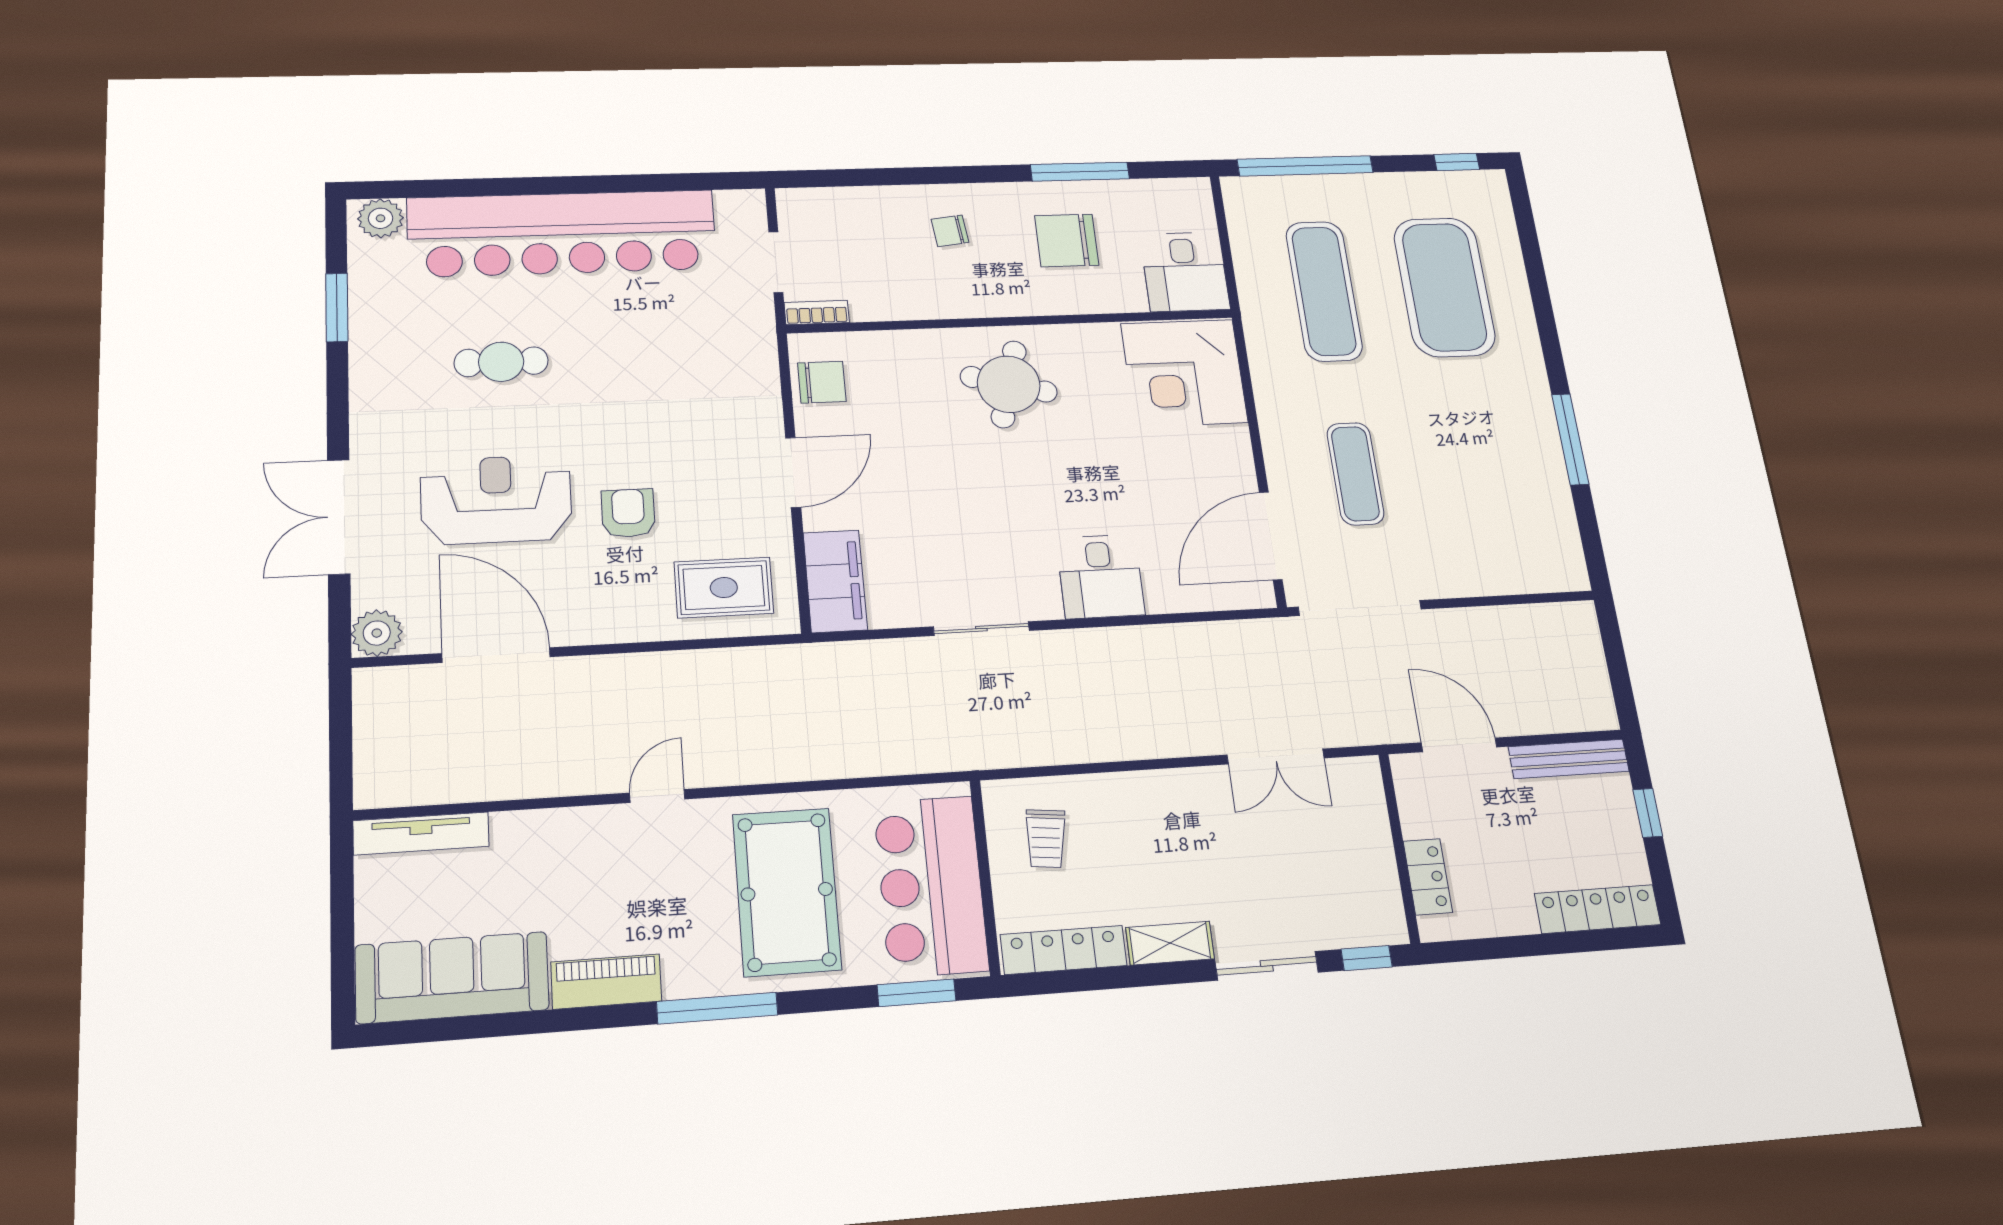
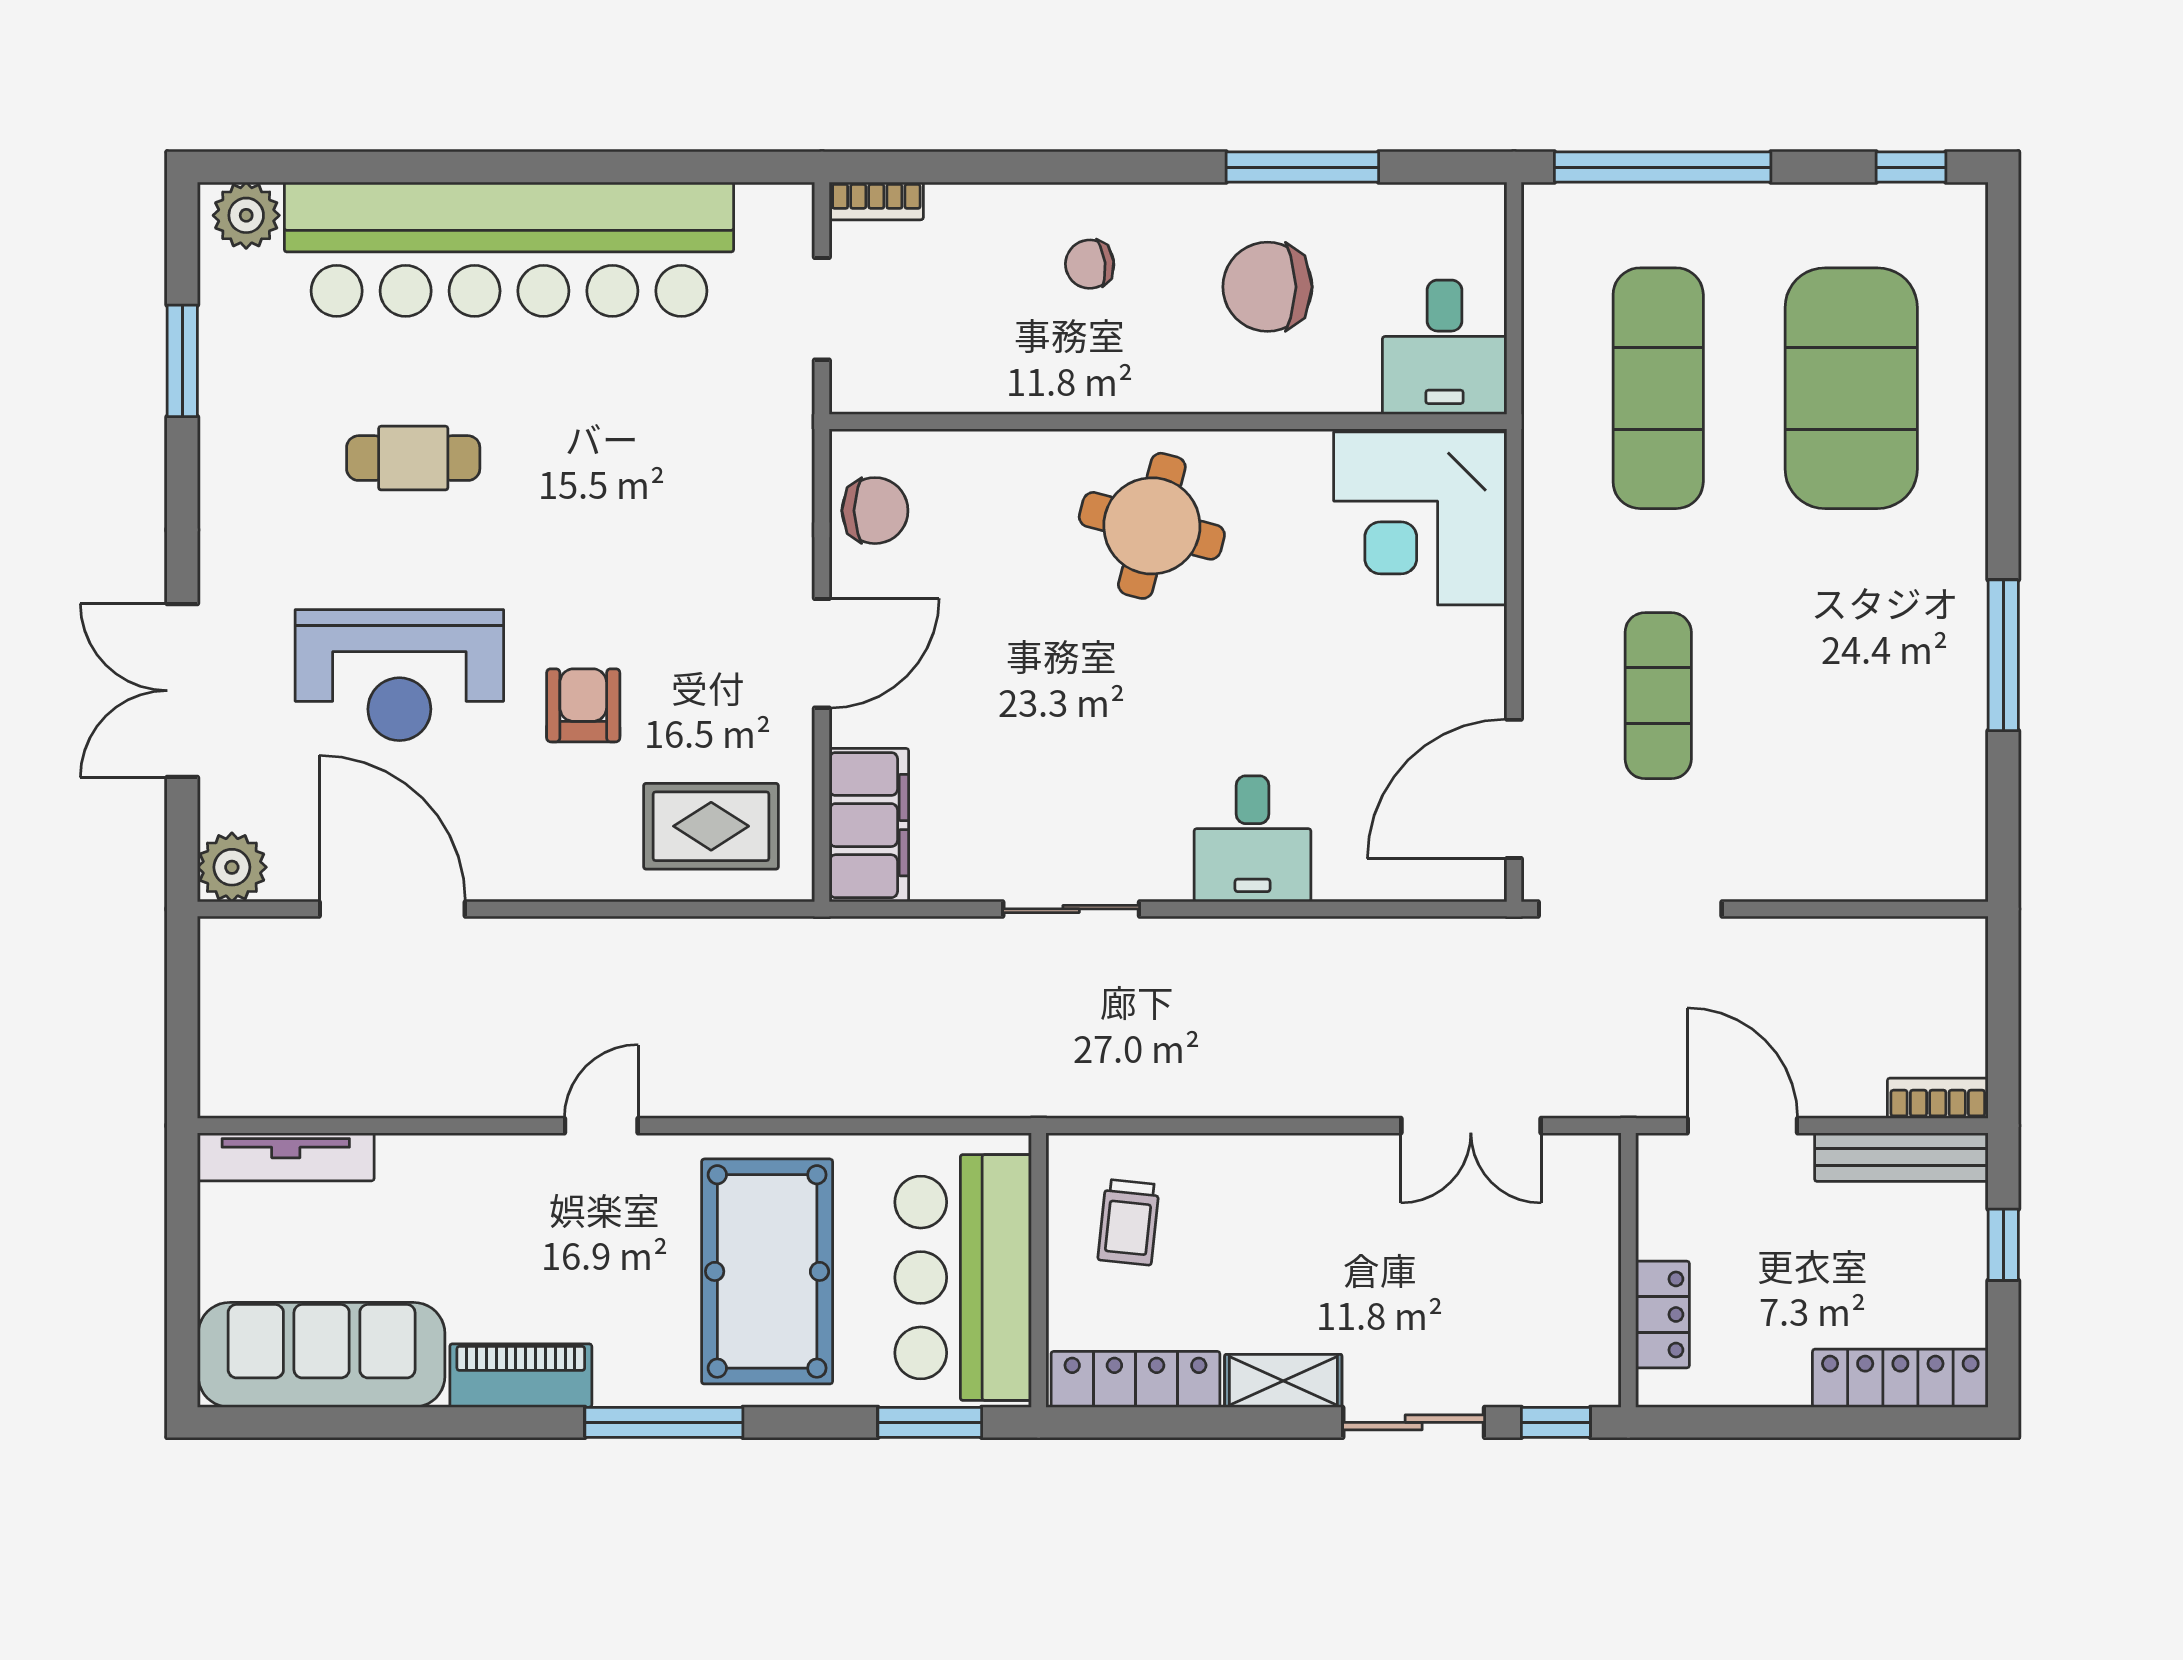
bookcase: (817, 312) -> (876, 201), moved, turned 180
reception desk: (496, 500) -> (399, 675), turned 180
bookcase: (1585, 719) -> (1938, 1098), added

